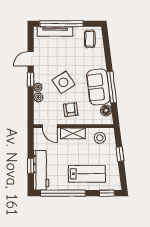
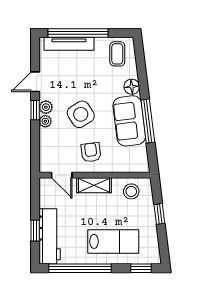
plant: (38, 97) -> (46, 107), moved
floor lamp: (106, 110) -> (132, 87), moved

